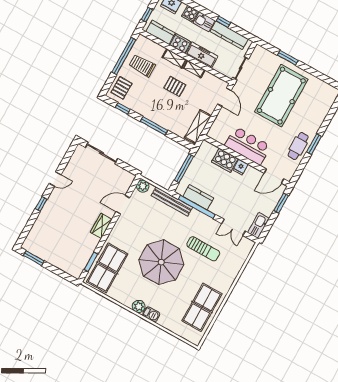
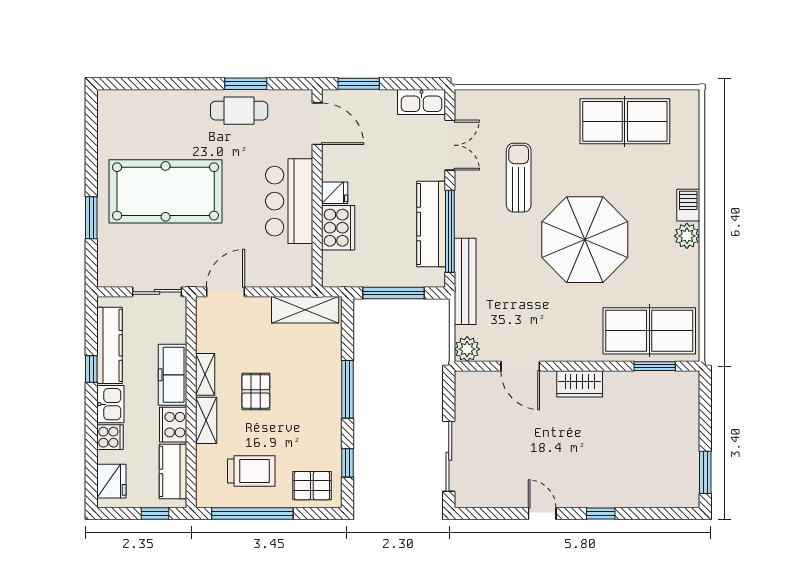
trolley: (142, 66) -> (251, 471), turned -90
window: (314, 144) -> (246, 84), moved
kitchen counter: (198, 197) -> (431, 224), width x1.50

